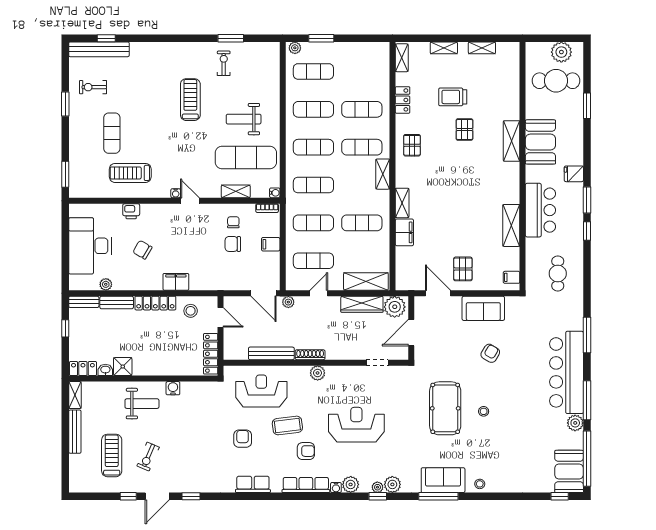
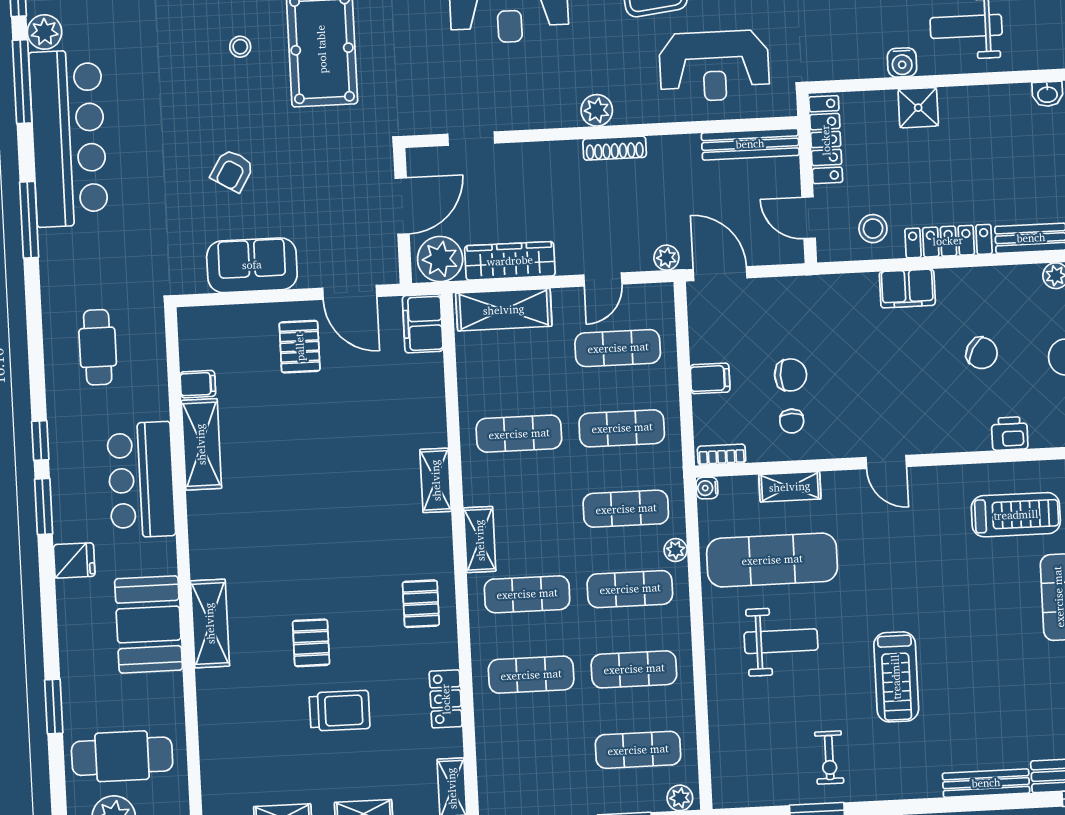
bench: (151, 47) -> (986, 783), added
plant: (291, 164) -> (676, 550), added
water cooler: (176, 193) -> (917, 477), removed
filing cabinet: (404, 232) -> (423, 323), moved
filing cabinet: (512, 277) -> (198, 384), moved
bench: (271, 353) -> (750, 144), moved
shower: (123, 367) -> (918, 108), moved

